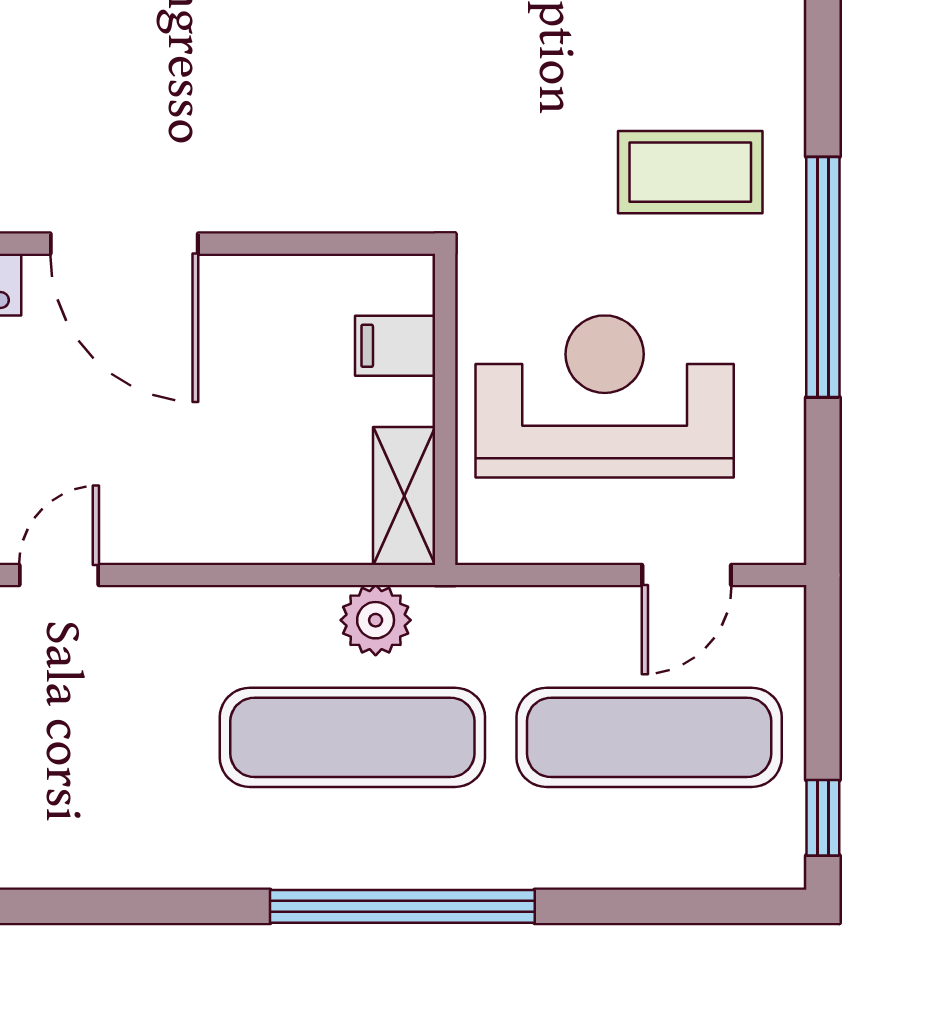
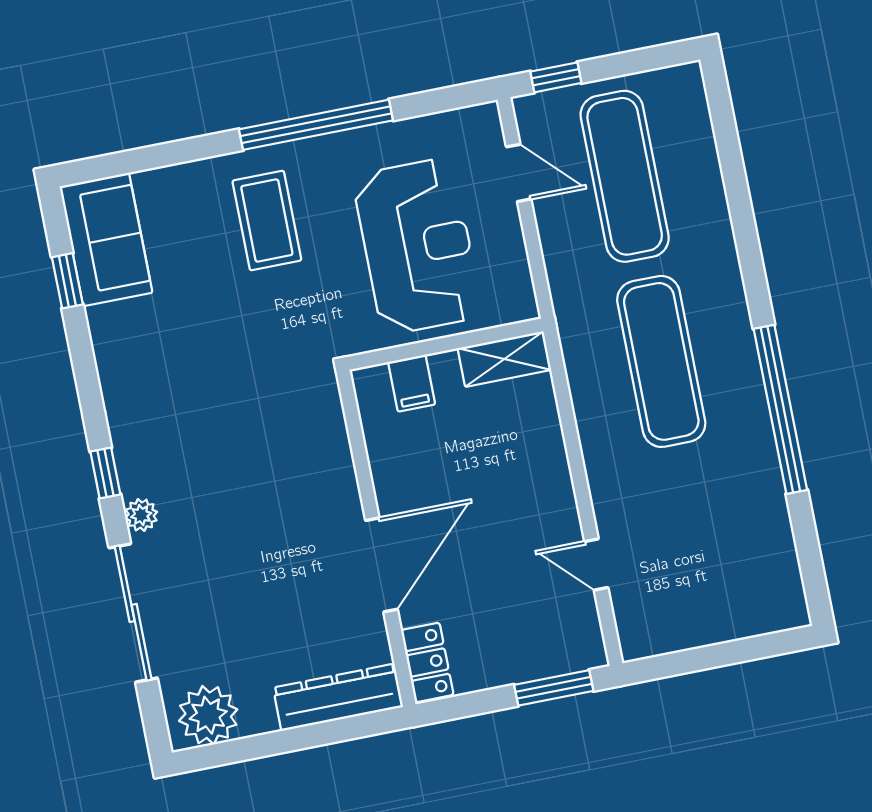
reception desk: (605, 396) -> (417, 246), turned 180
plant: (376, 620) -> (585, 361), removed
window: (823, 818) -> (556, 77), moved
window: (402, 906) -> (780, 409), moved

